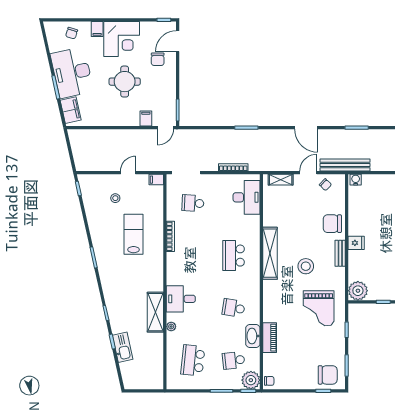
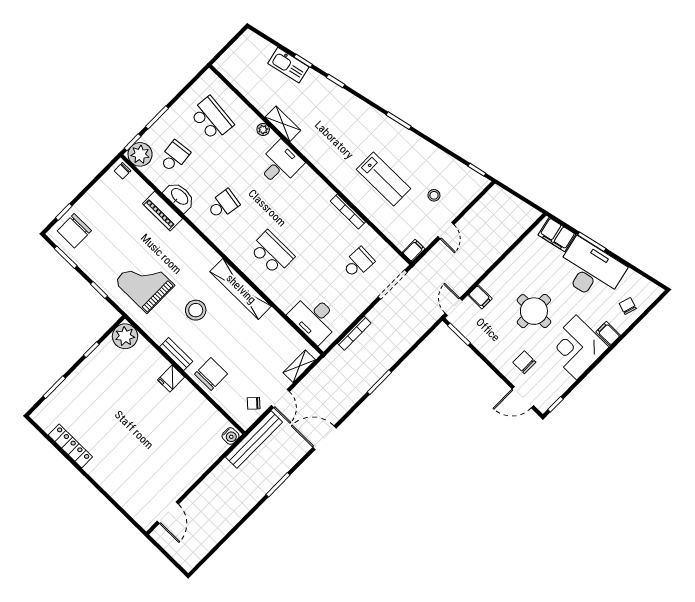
door: (178, 41) -> (523, 397), swing flipped
shelving: (155, 312) -> (283, 124), width x0.67, depth x0.75

